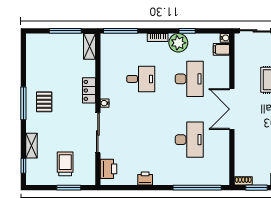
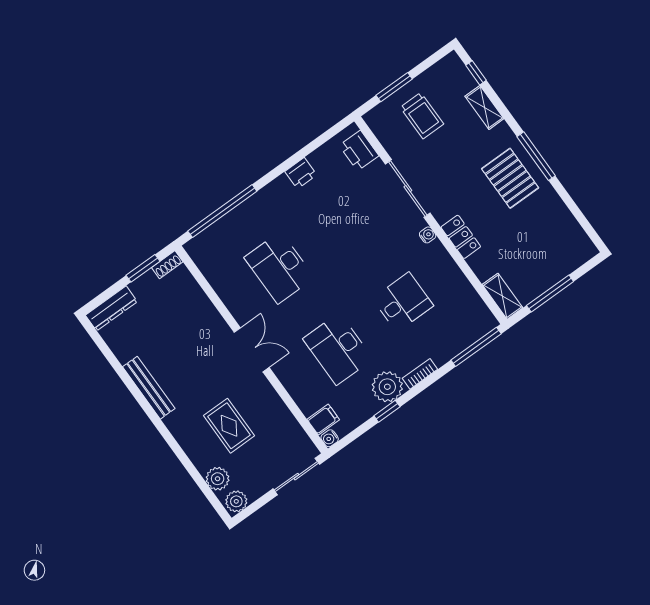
desk: (141, 79) -> (403, 302), turned 180
pallet: (44, 102) -> (510, 178), width x1.50, depth x1.42
double door: (232, 109) -> (252, 350), width x0.73

